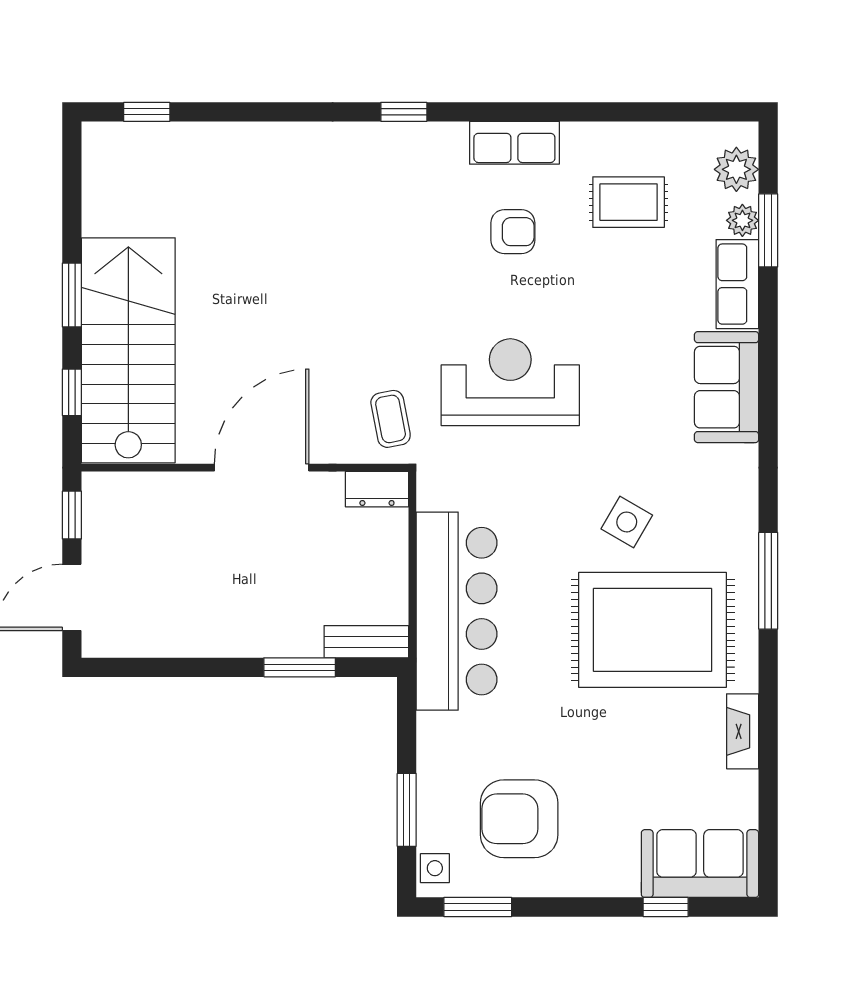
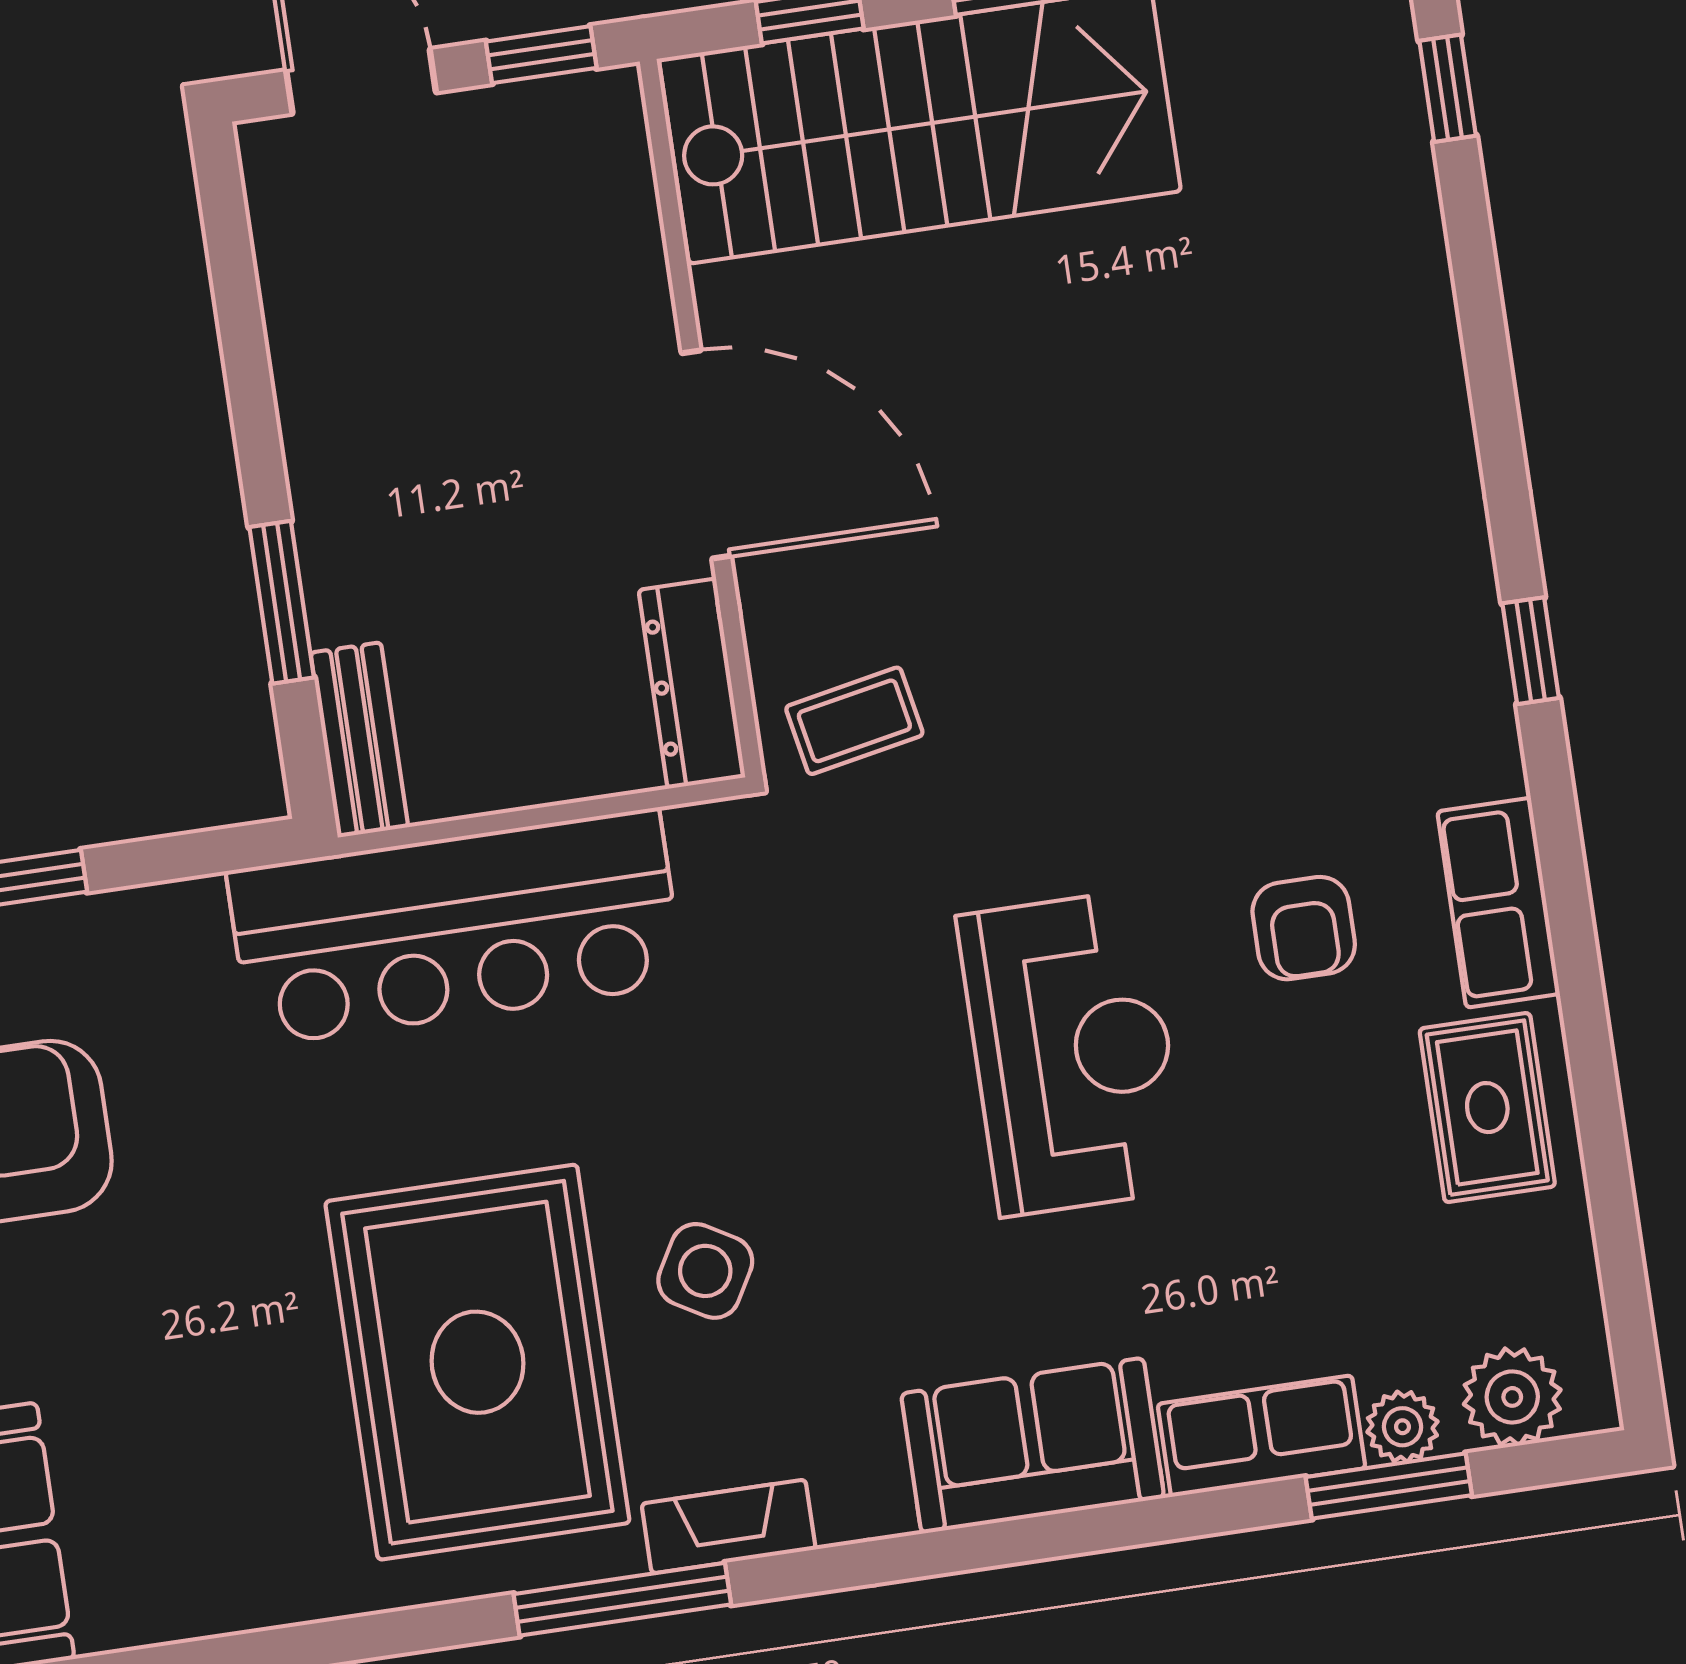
rug: (629, 202) -> (1487, 1108), moved
reception desk: (510, 382) -> (1073, 1053), moved
dresser: (377, 489) -> (692, 684), width x1.44
fireplace: (743, 731) -> (729, 1527), moved

